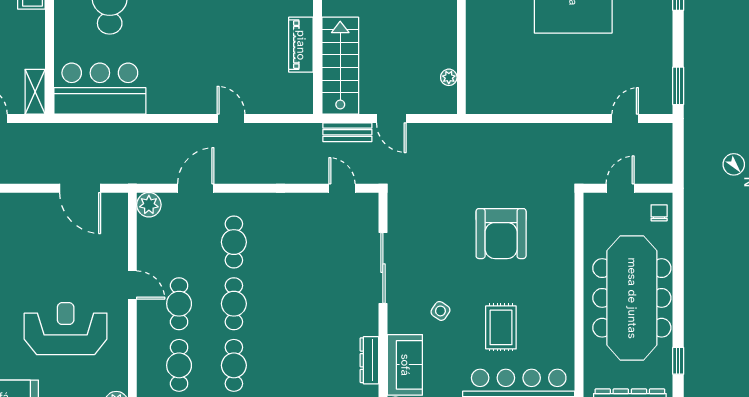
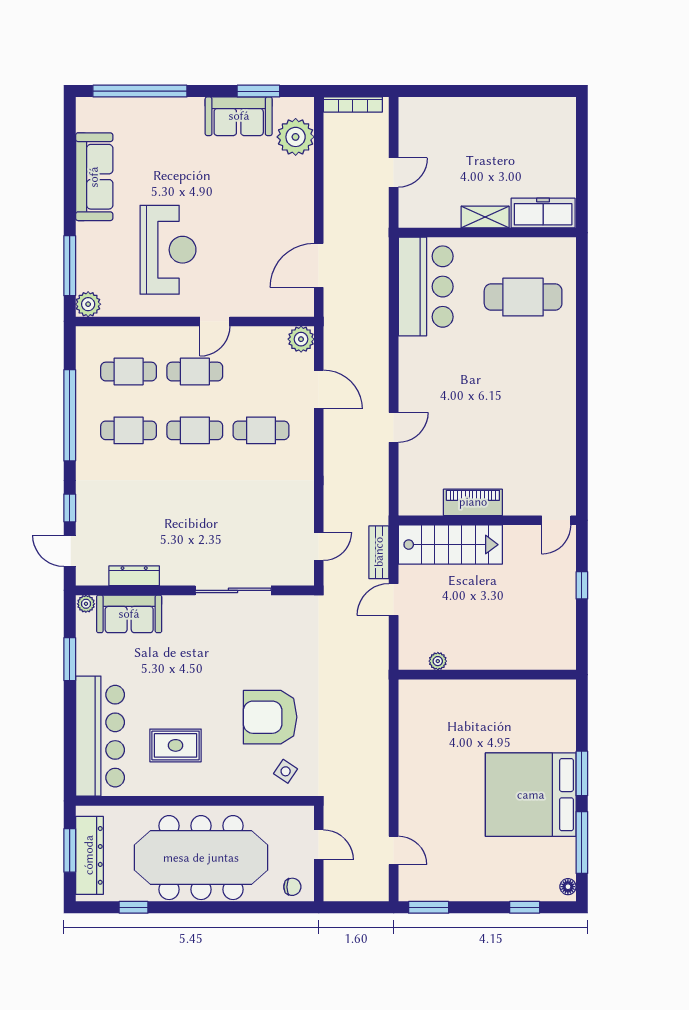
shelving: (35, 92) -> (485, 217), moved
side table: (440, 311) -> (286, 771), moved
rug: (501, 327) -> (176, 745), moved

